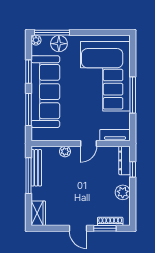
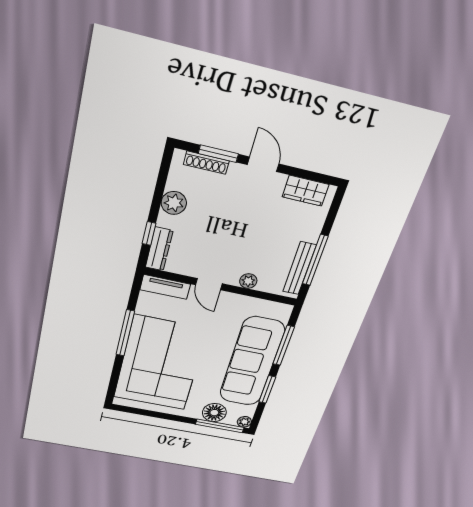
door: (89, 143) -> (209, 284), swing flipped
wardrobe: (38, 213) -> (305, 191), moved, turned -90

